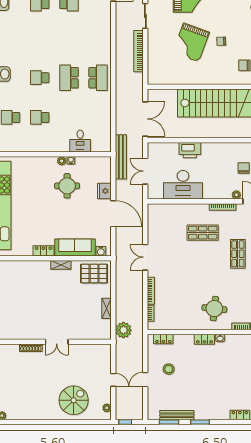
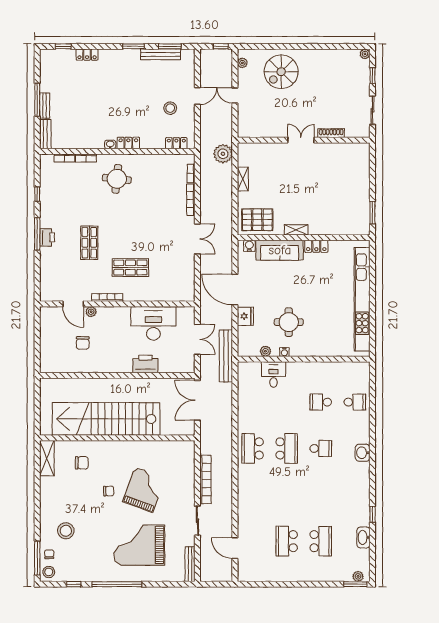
school desk: (40, 117) -> (321, 402), turned 180
plant: (62, 161) -> (265, 351), moved

